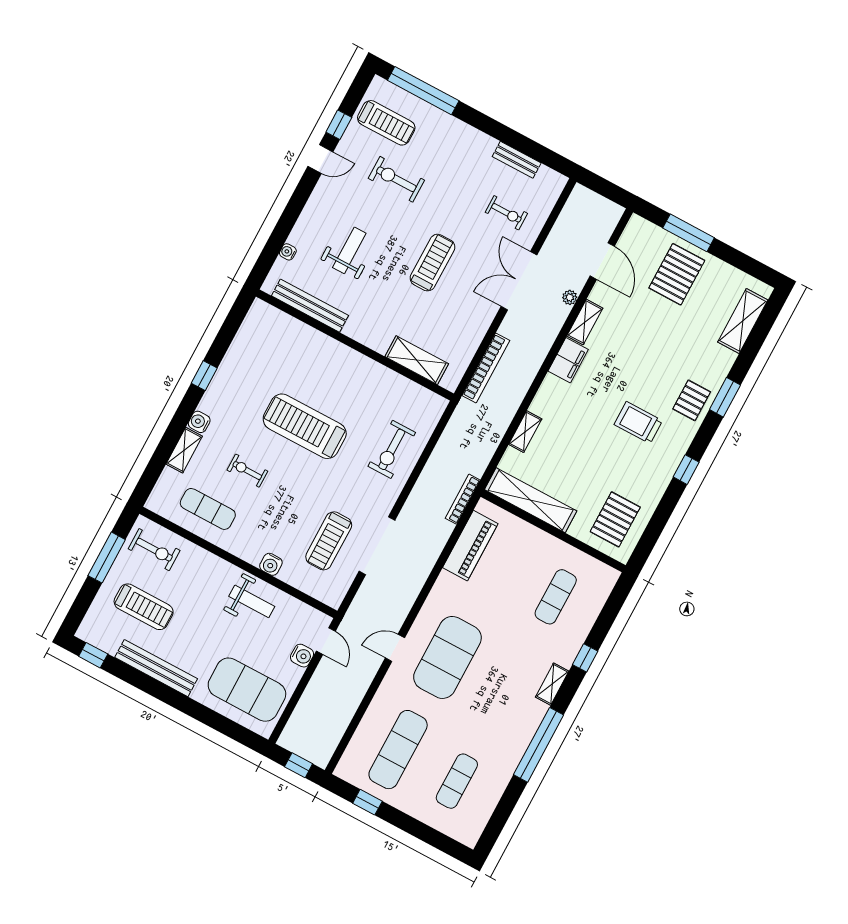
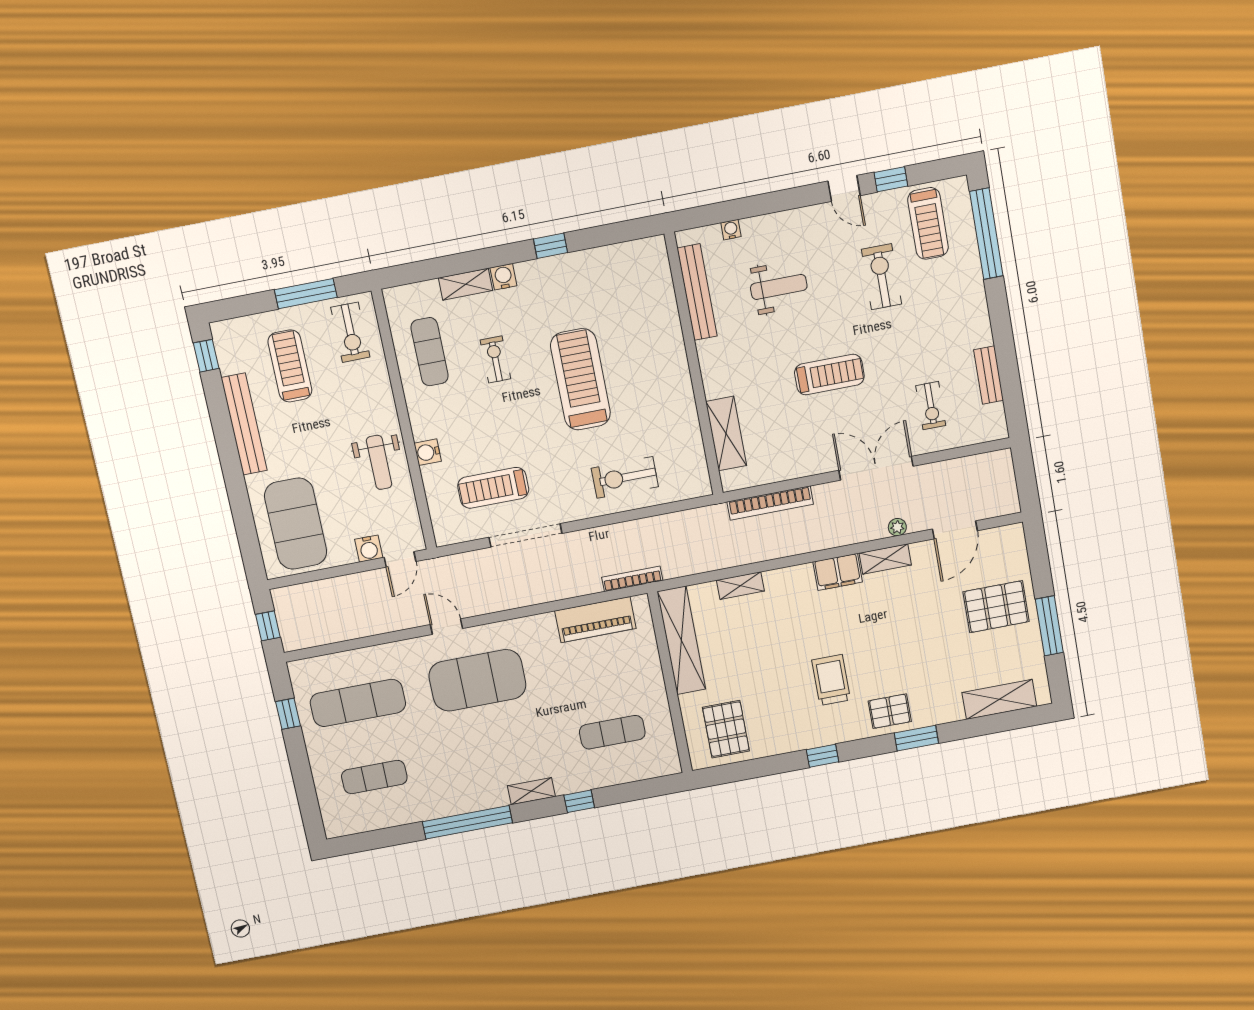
window: (689, 233) -> (1049, 626), moved
pallet: (615, 519) -> (726, 729), turned 90
treadmill: (144, 607) -> (290, 366), turned 180

